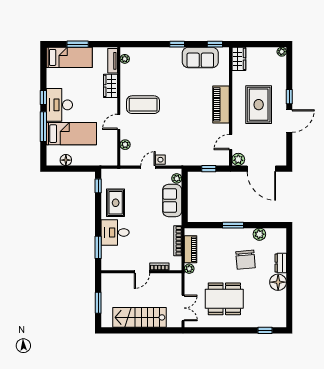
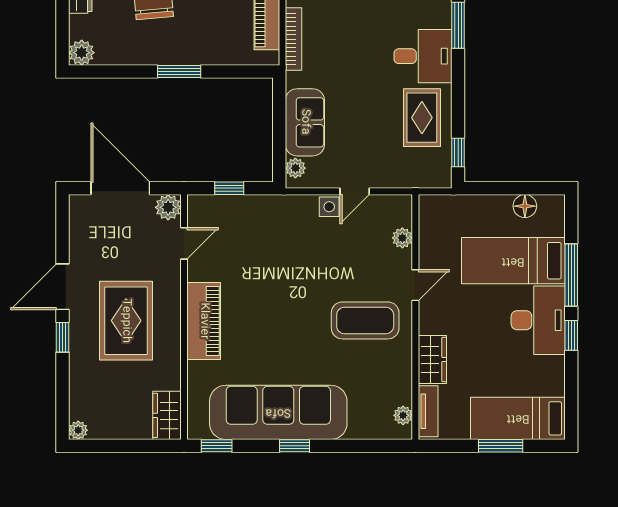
sofa: (200, 58) -> (278, 412), width x1.85, depth x1.27
plant: (259, 234) -> (82, 53), moved

